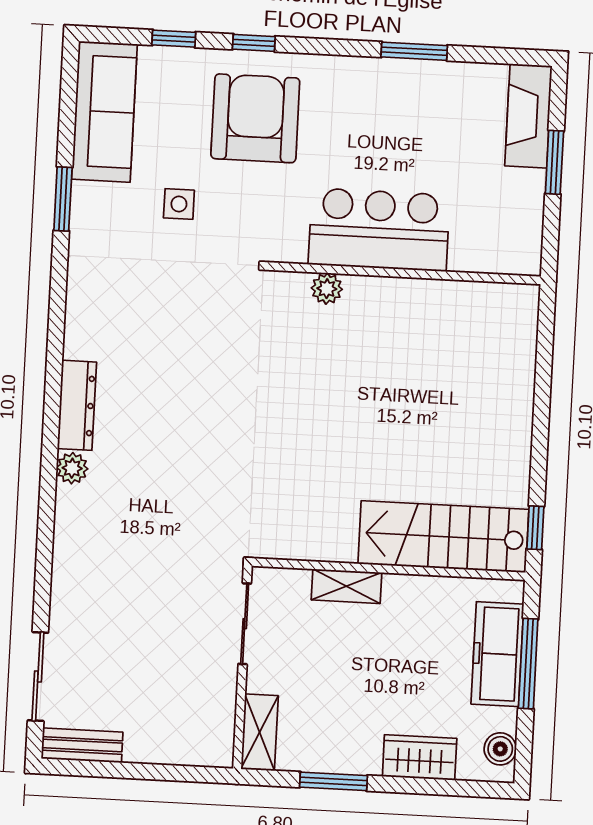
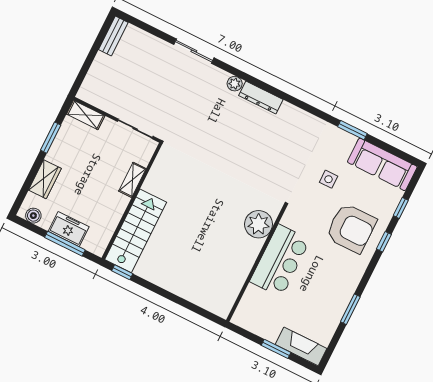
plant: (327, 289) -> (259, 224), width x1.88, depth x1.88
freezer: (497, 654) -> (69, 229), width x0.71
sliding door: (38, 677) -> (194, 51), moved

